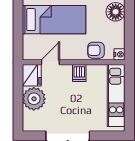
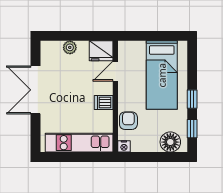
door: (50, 62) -> (115, 71), swing flipped
plant: (34, 99) -> (70, 47), width x0.53, depth x0.53

